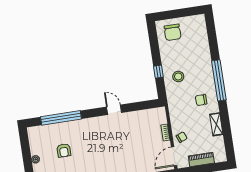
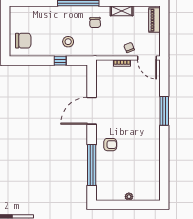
door: (114, 110) -> (92, 111), width x1.88
armchair: (64, 150) -> (110, 145), moved
piano: (201, 159) -> (154, 20), moved

